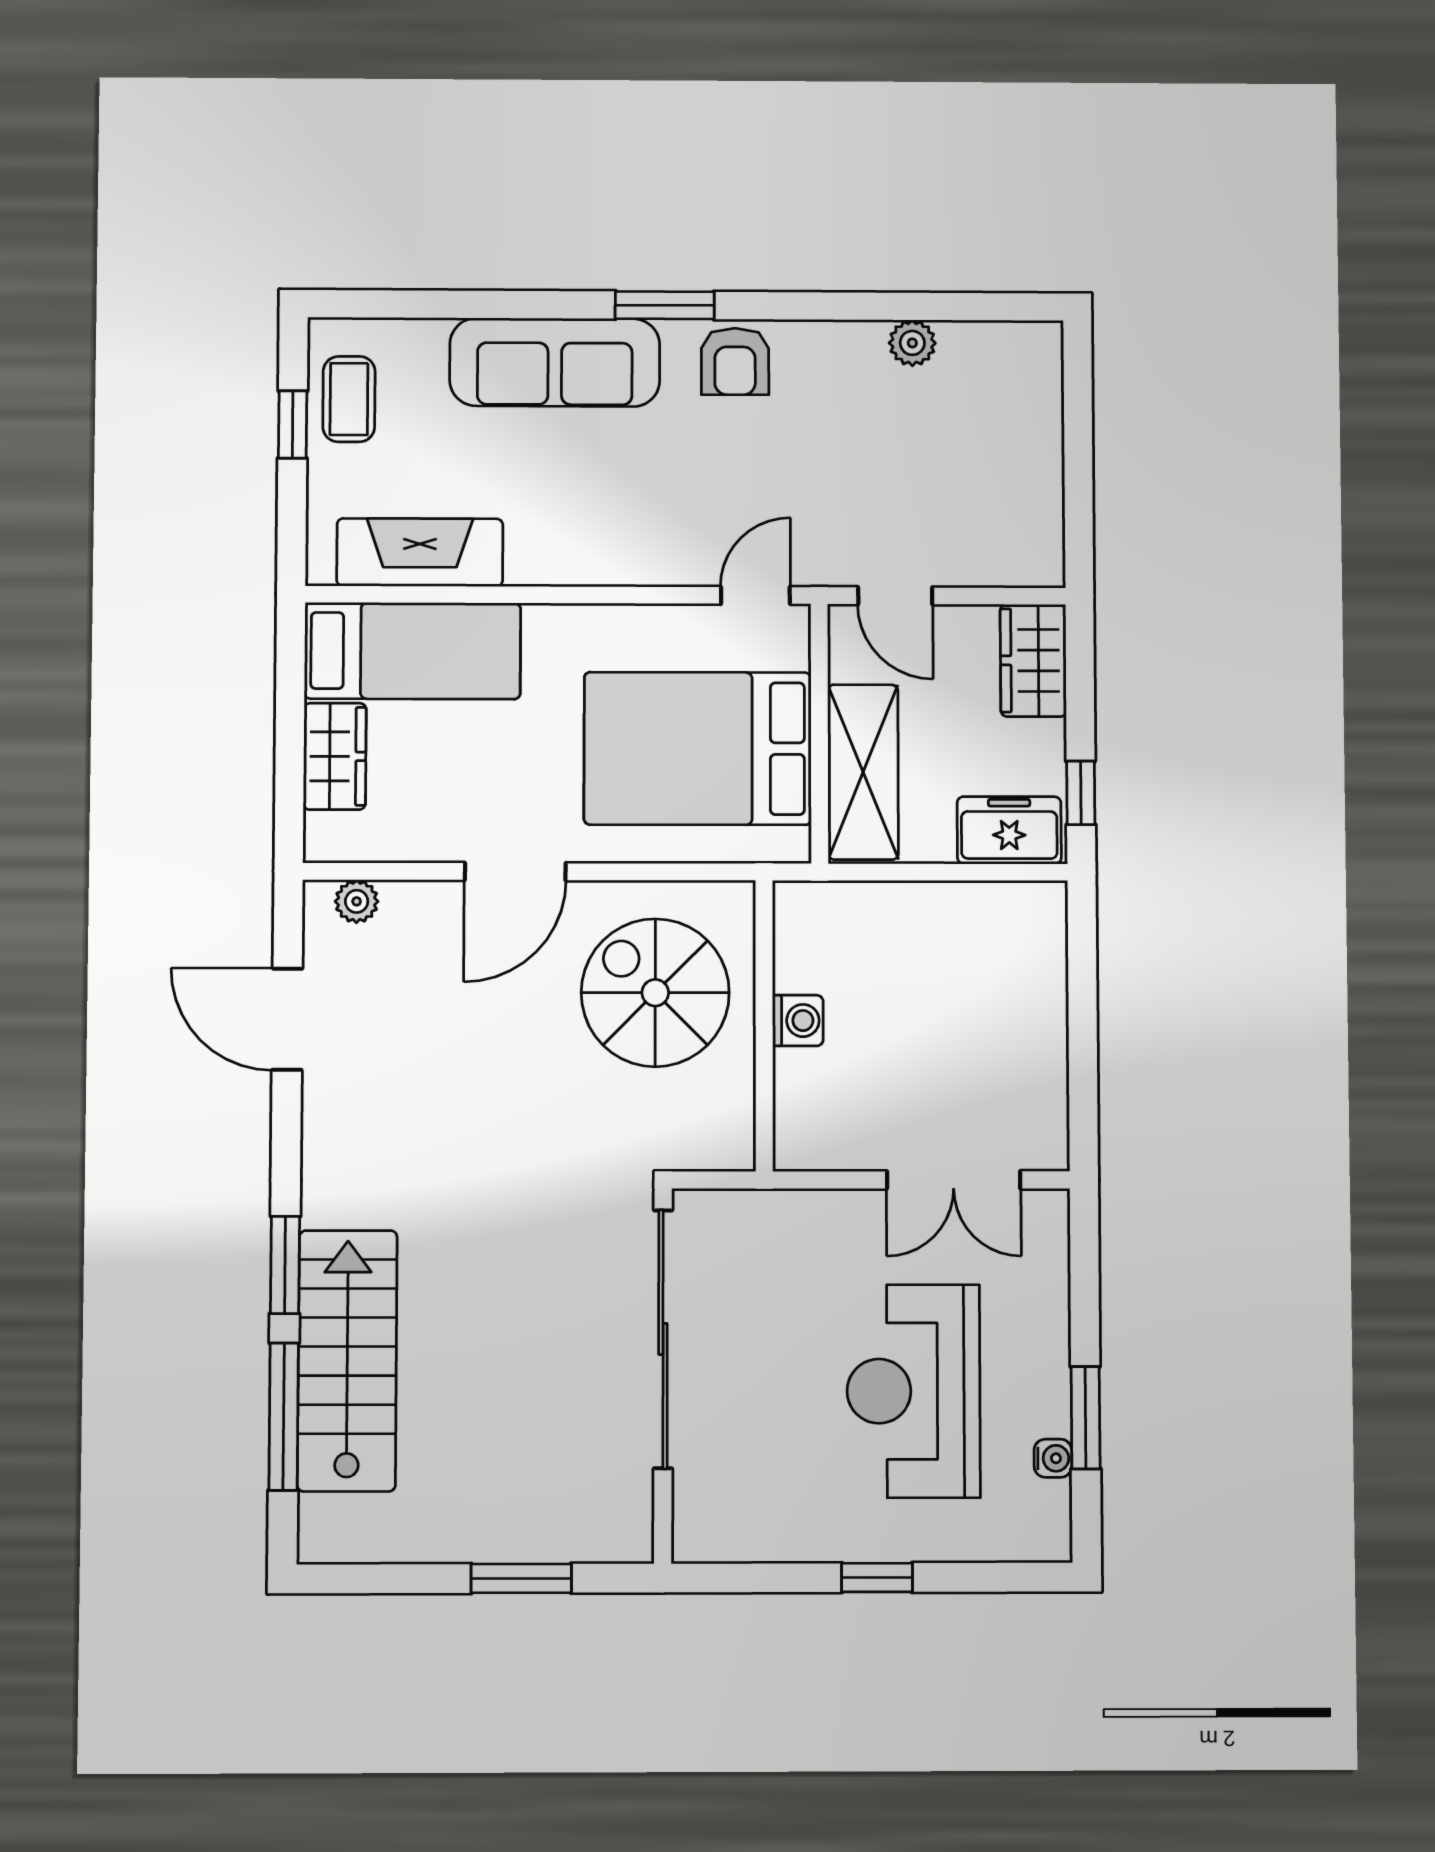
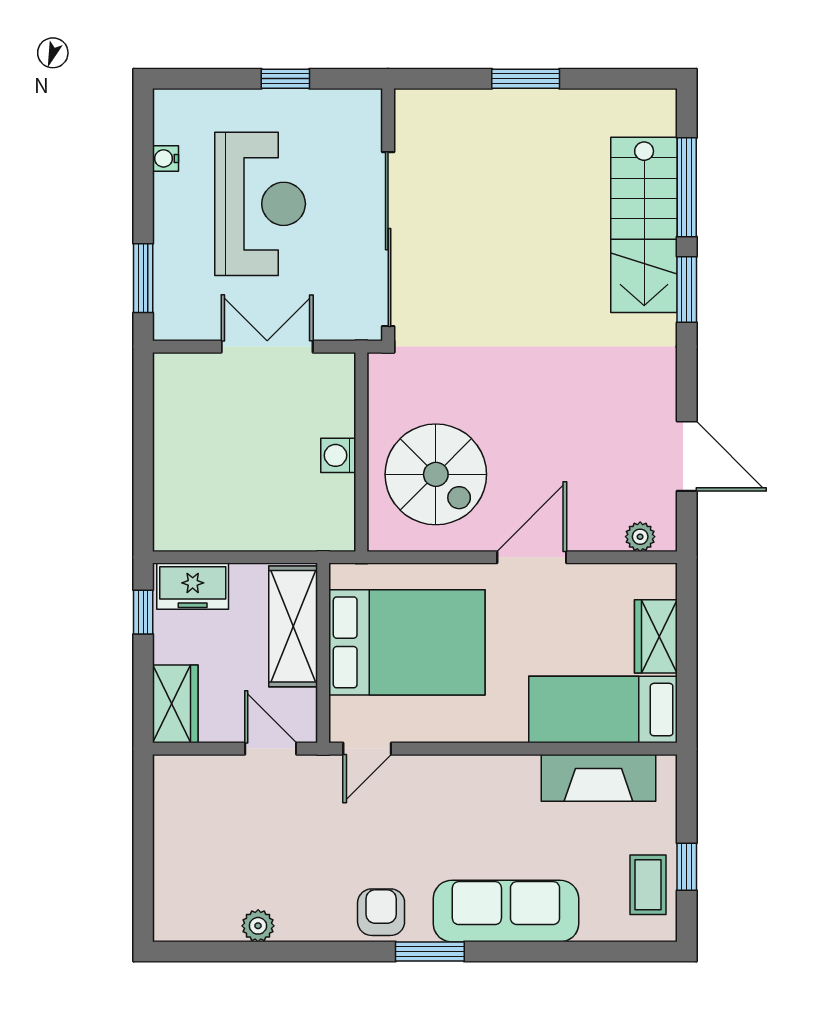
double door: (954, 1180) -> (267, 347), moved
sliding door: (663, 1339) -> (388, 239), moved
wall: (663, 1375) -> (388, 215), moved
window: (1086, 1418) -> (143, 278), moved

